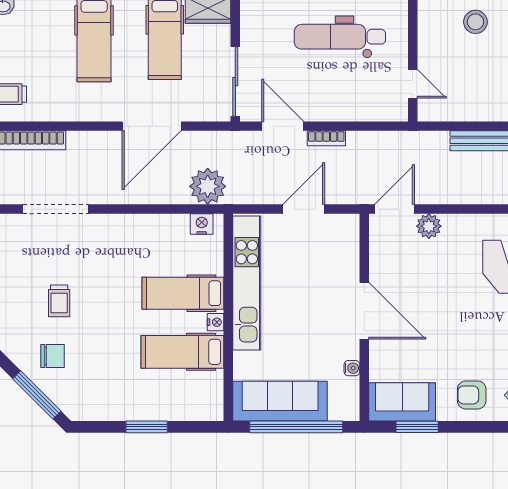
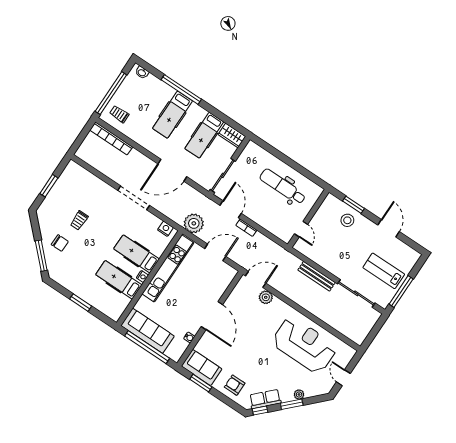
plant: (208, 186) -> (194, 223), moved
doorway: (56, 209) -> (134, 198), moved

